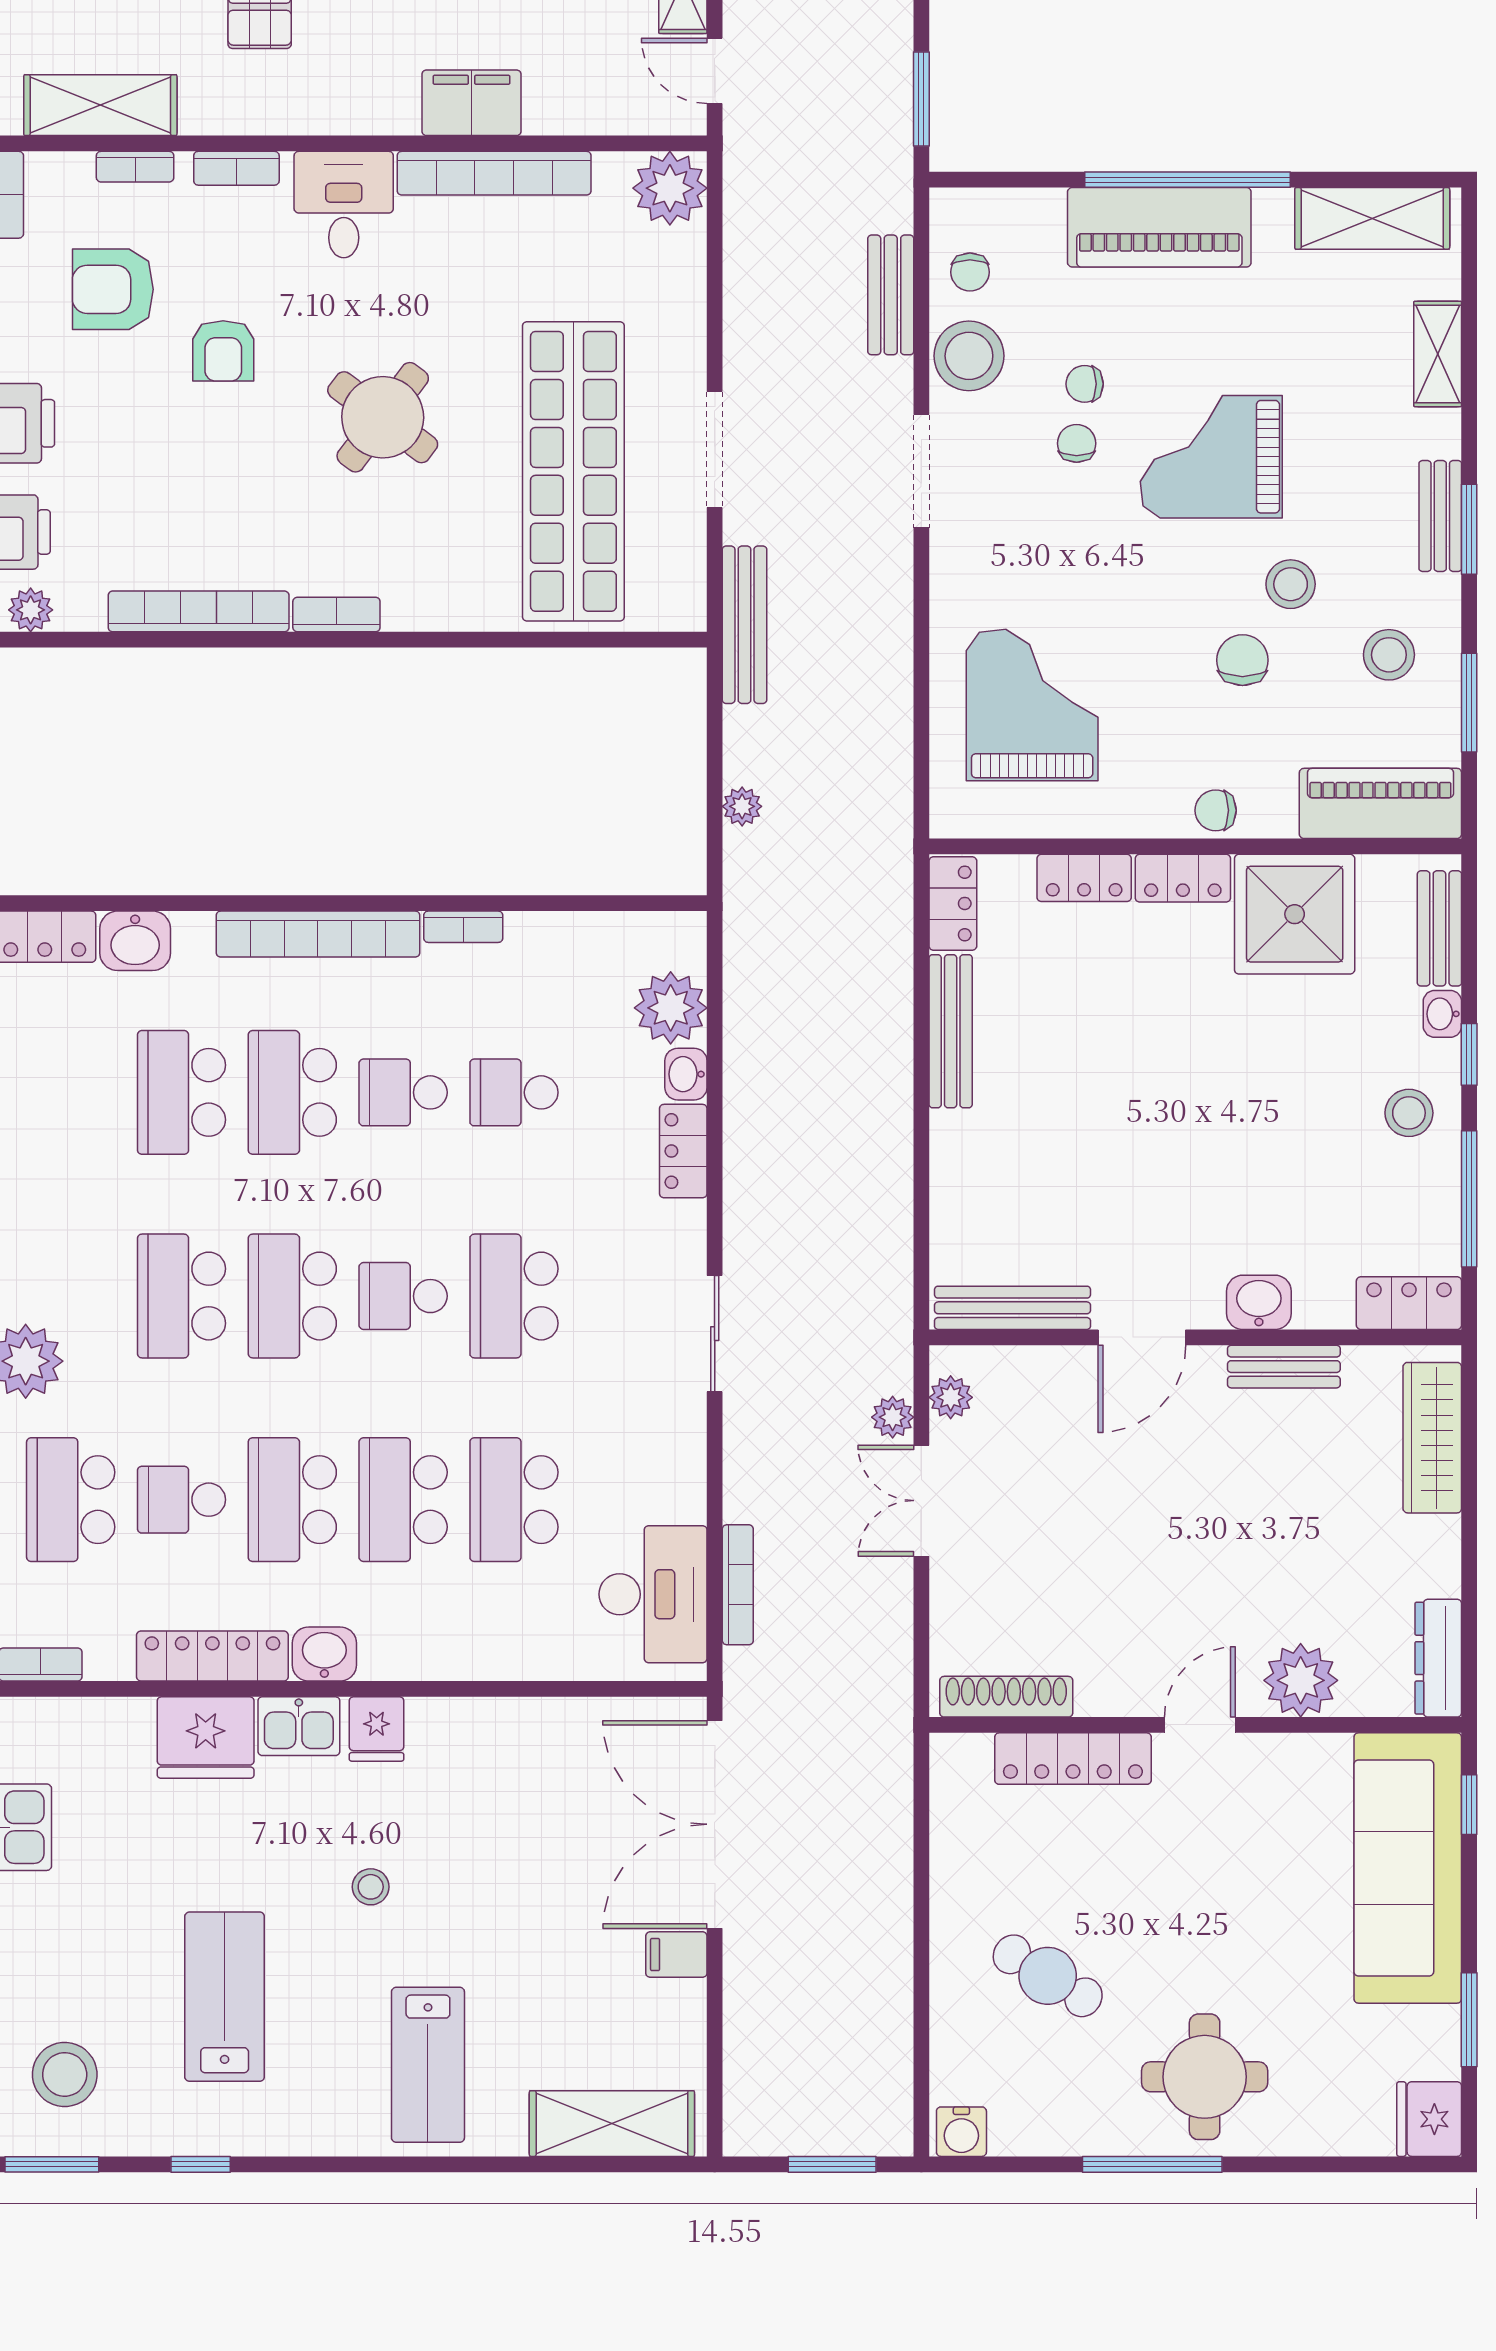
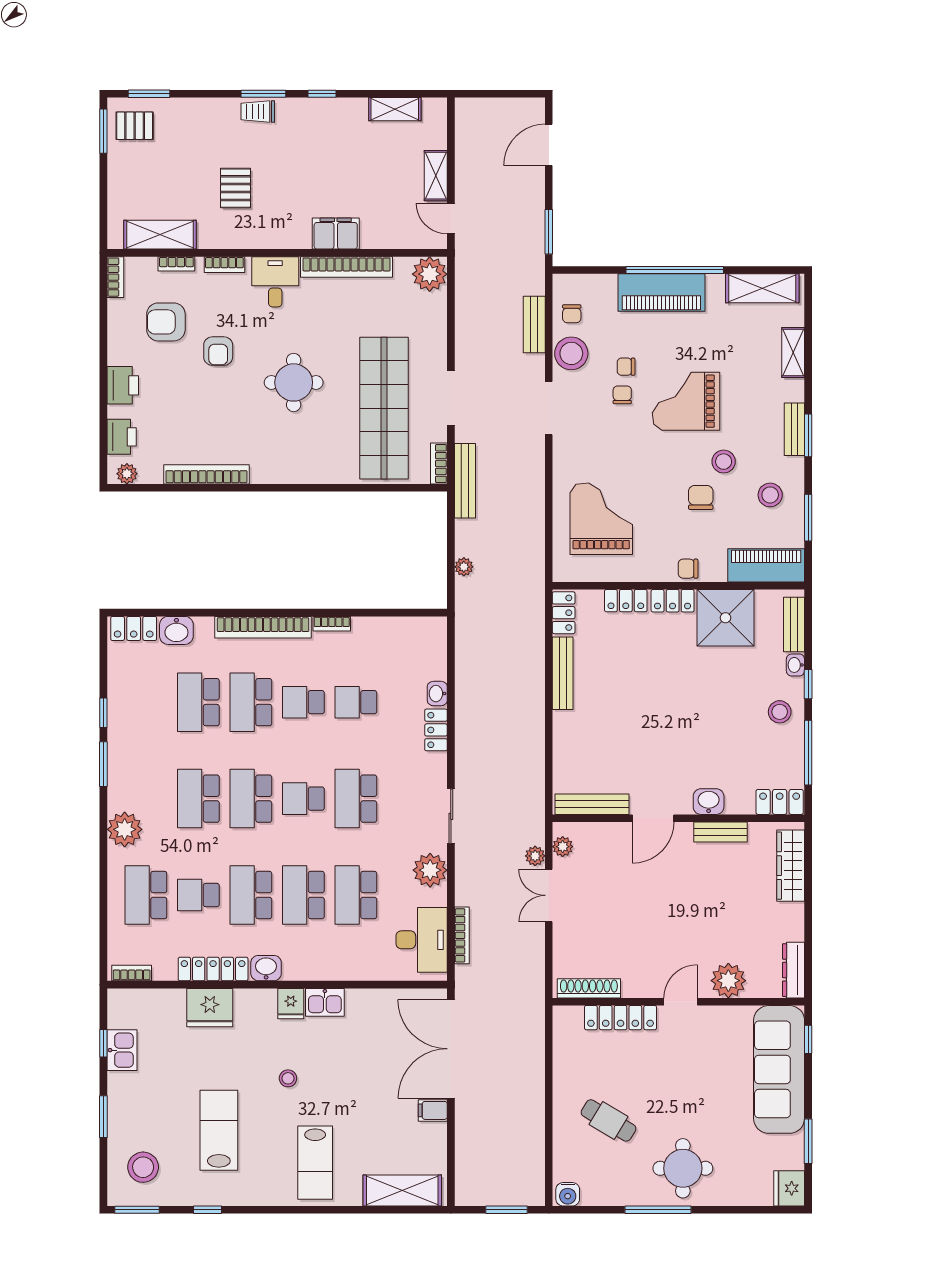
round table: (383, 417) -> (294, 382), turned -37
bookcase: (336, 615) -> (439, 464), moved, turned -90
plant: (671, 1008) -> (430, 870), moved
kitchen sink: (299, 1726) -> (325, 1002), moved

